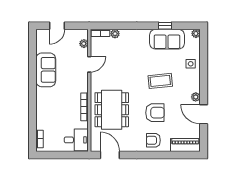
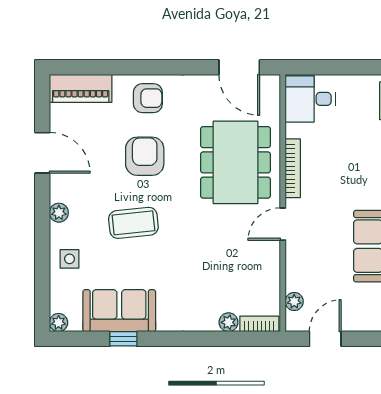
door: (57, 26) -> (325, 339), moved
door: (89, 64) -> (283, 224), moved
plant: (196, 97) -> (59, 213), moved
armchair: (155, 113) -> (145, 156), turned 90

